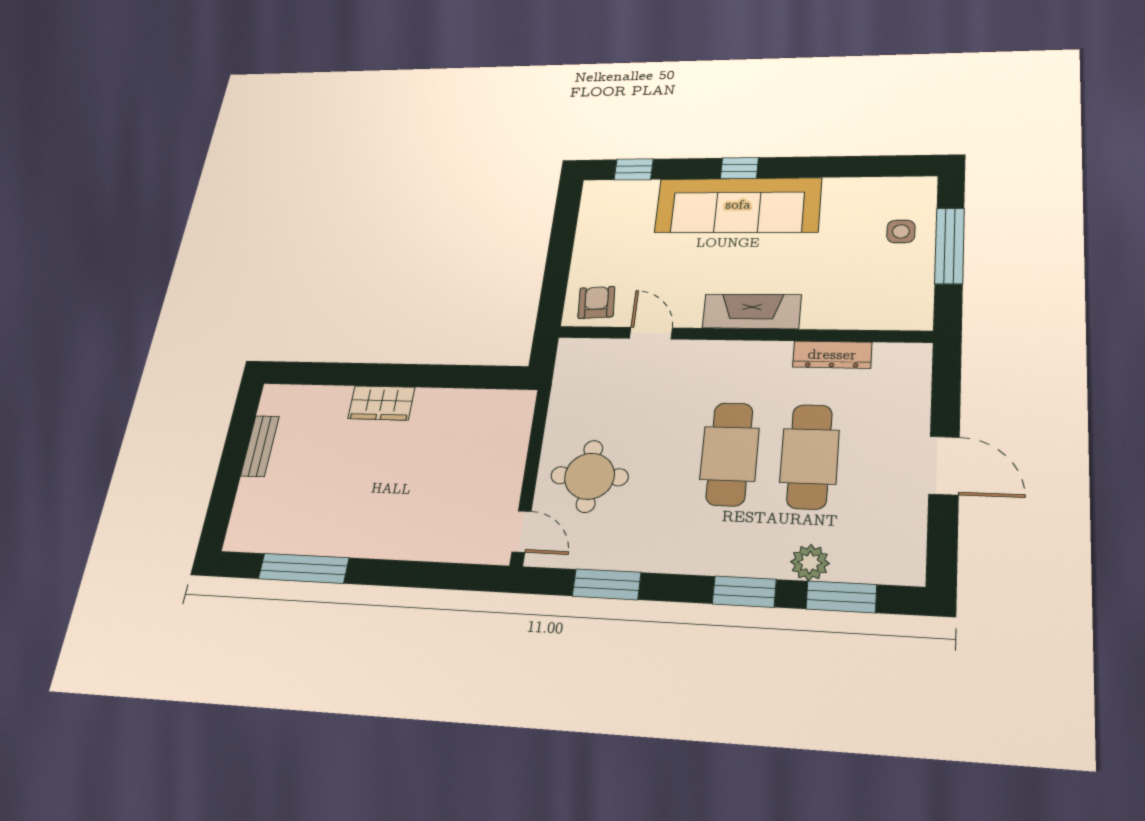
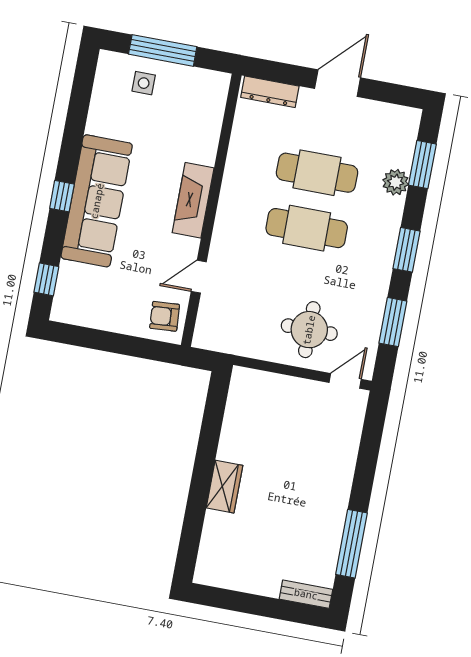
dresser: (832, 355) -> (270, 92), moved, turned 90
bench: (260, 446) -> (306, 594), moved
window: (744, 592) -> (406, 250), moved

